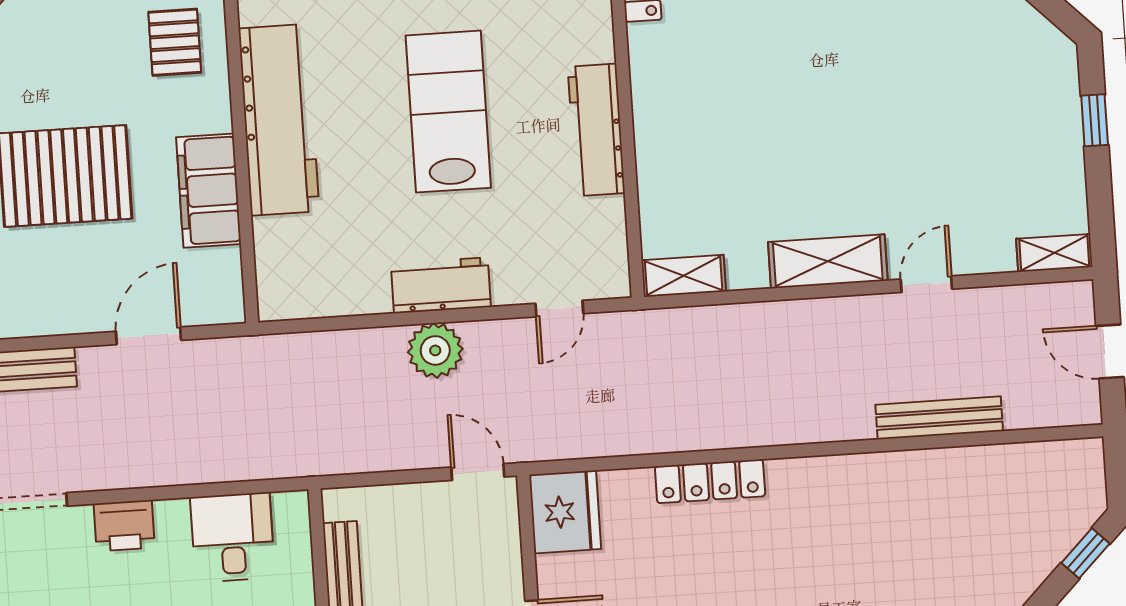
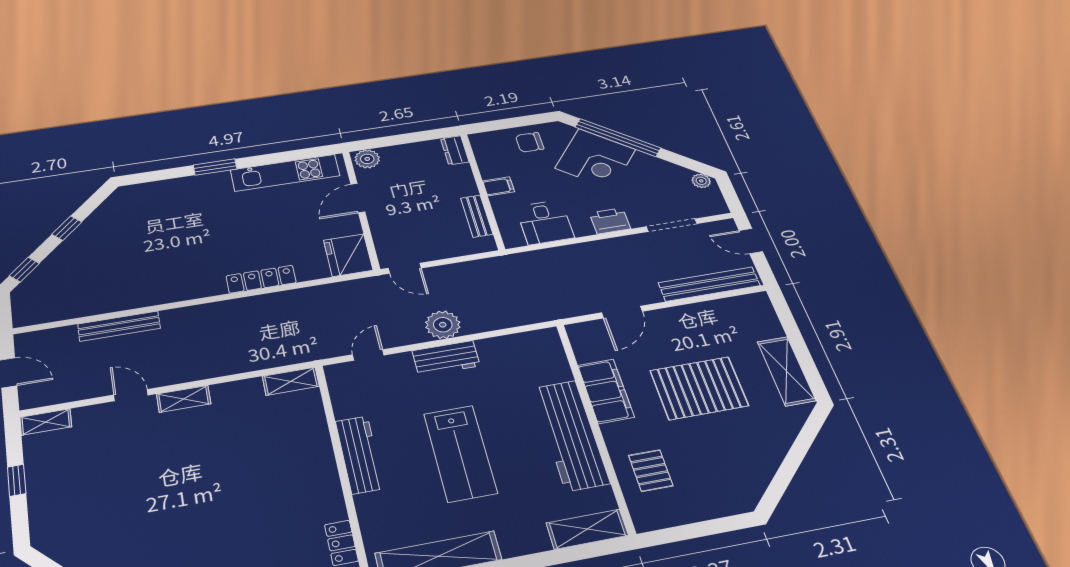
window: (1095, 120) -> (17, 480), moved
shelving: (828, 261) -> (184, 399), width x0.67, depth x0.75
door: (926, 284) -> (131, 395), swing flipped

